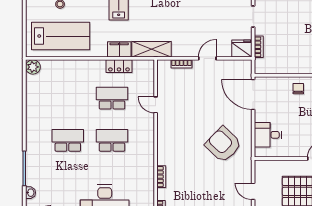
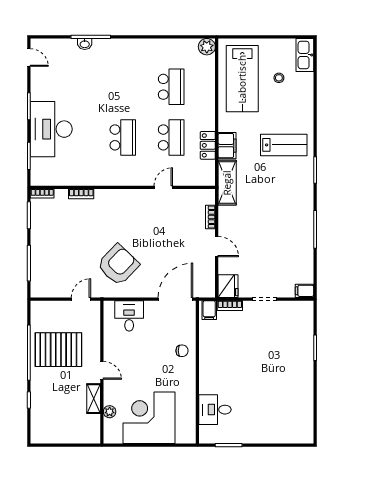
filing cabinet: (263, 65) -> (209, 310), added
school desk: (68, 140) -> (171, 87), moved
door: (253, 191) -> (81, 299), moved
washbasin: (30, 193) -> (85, 44), moved

